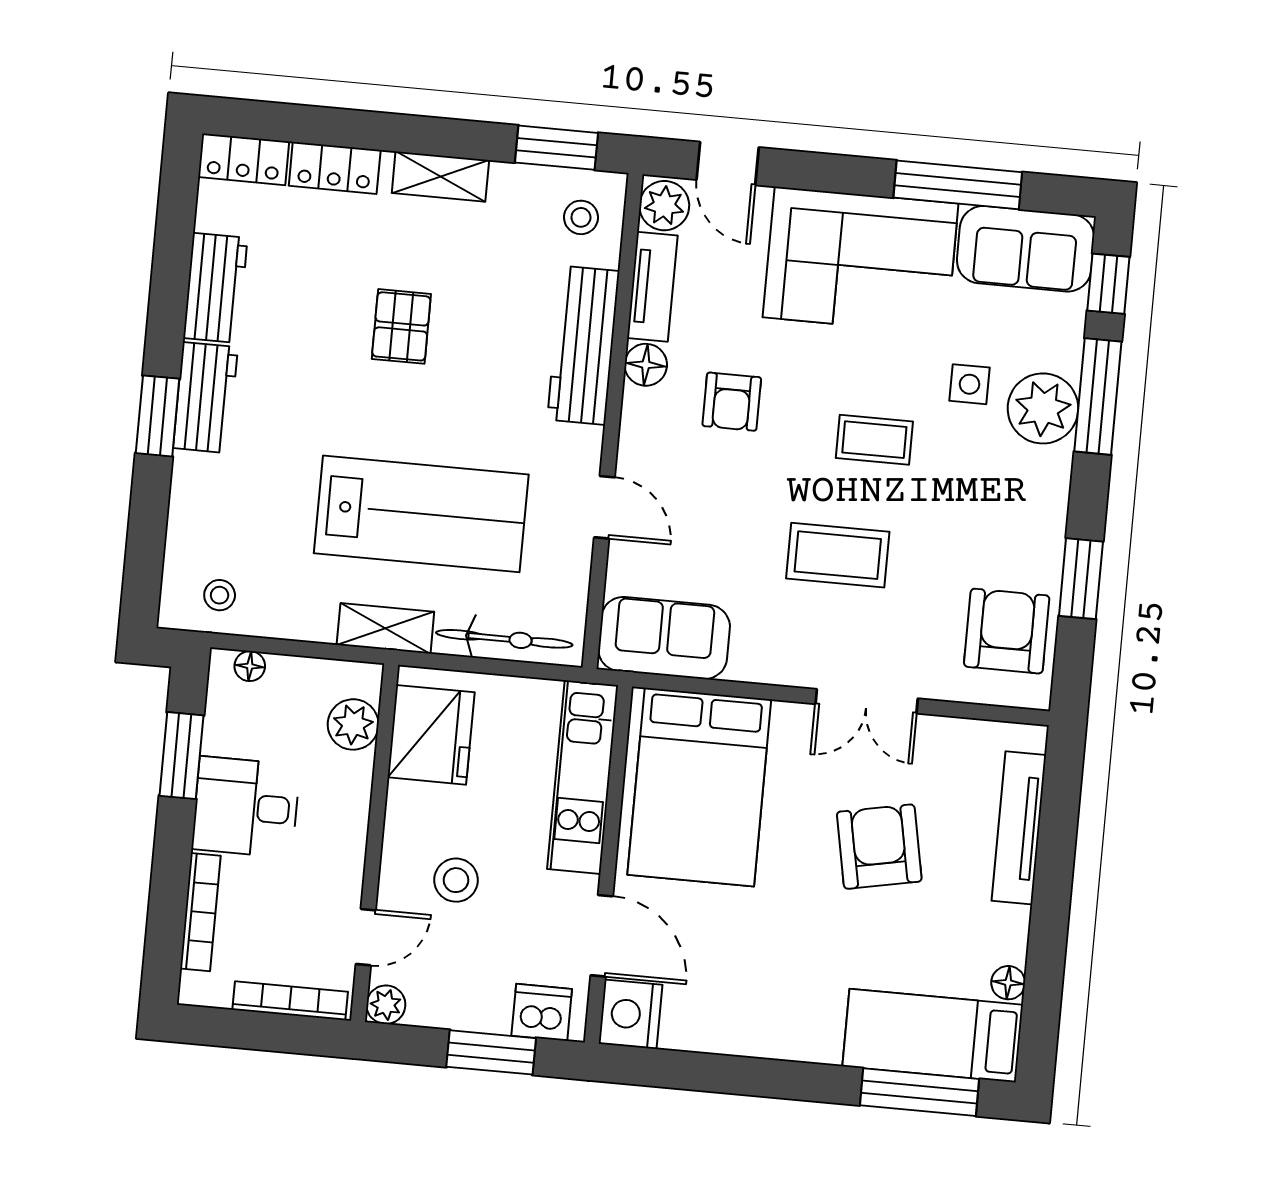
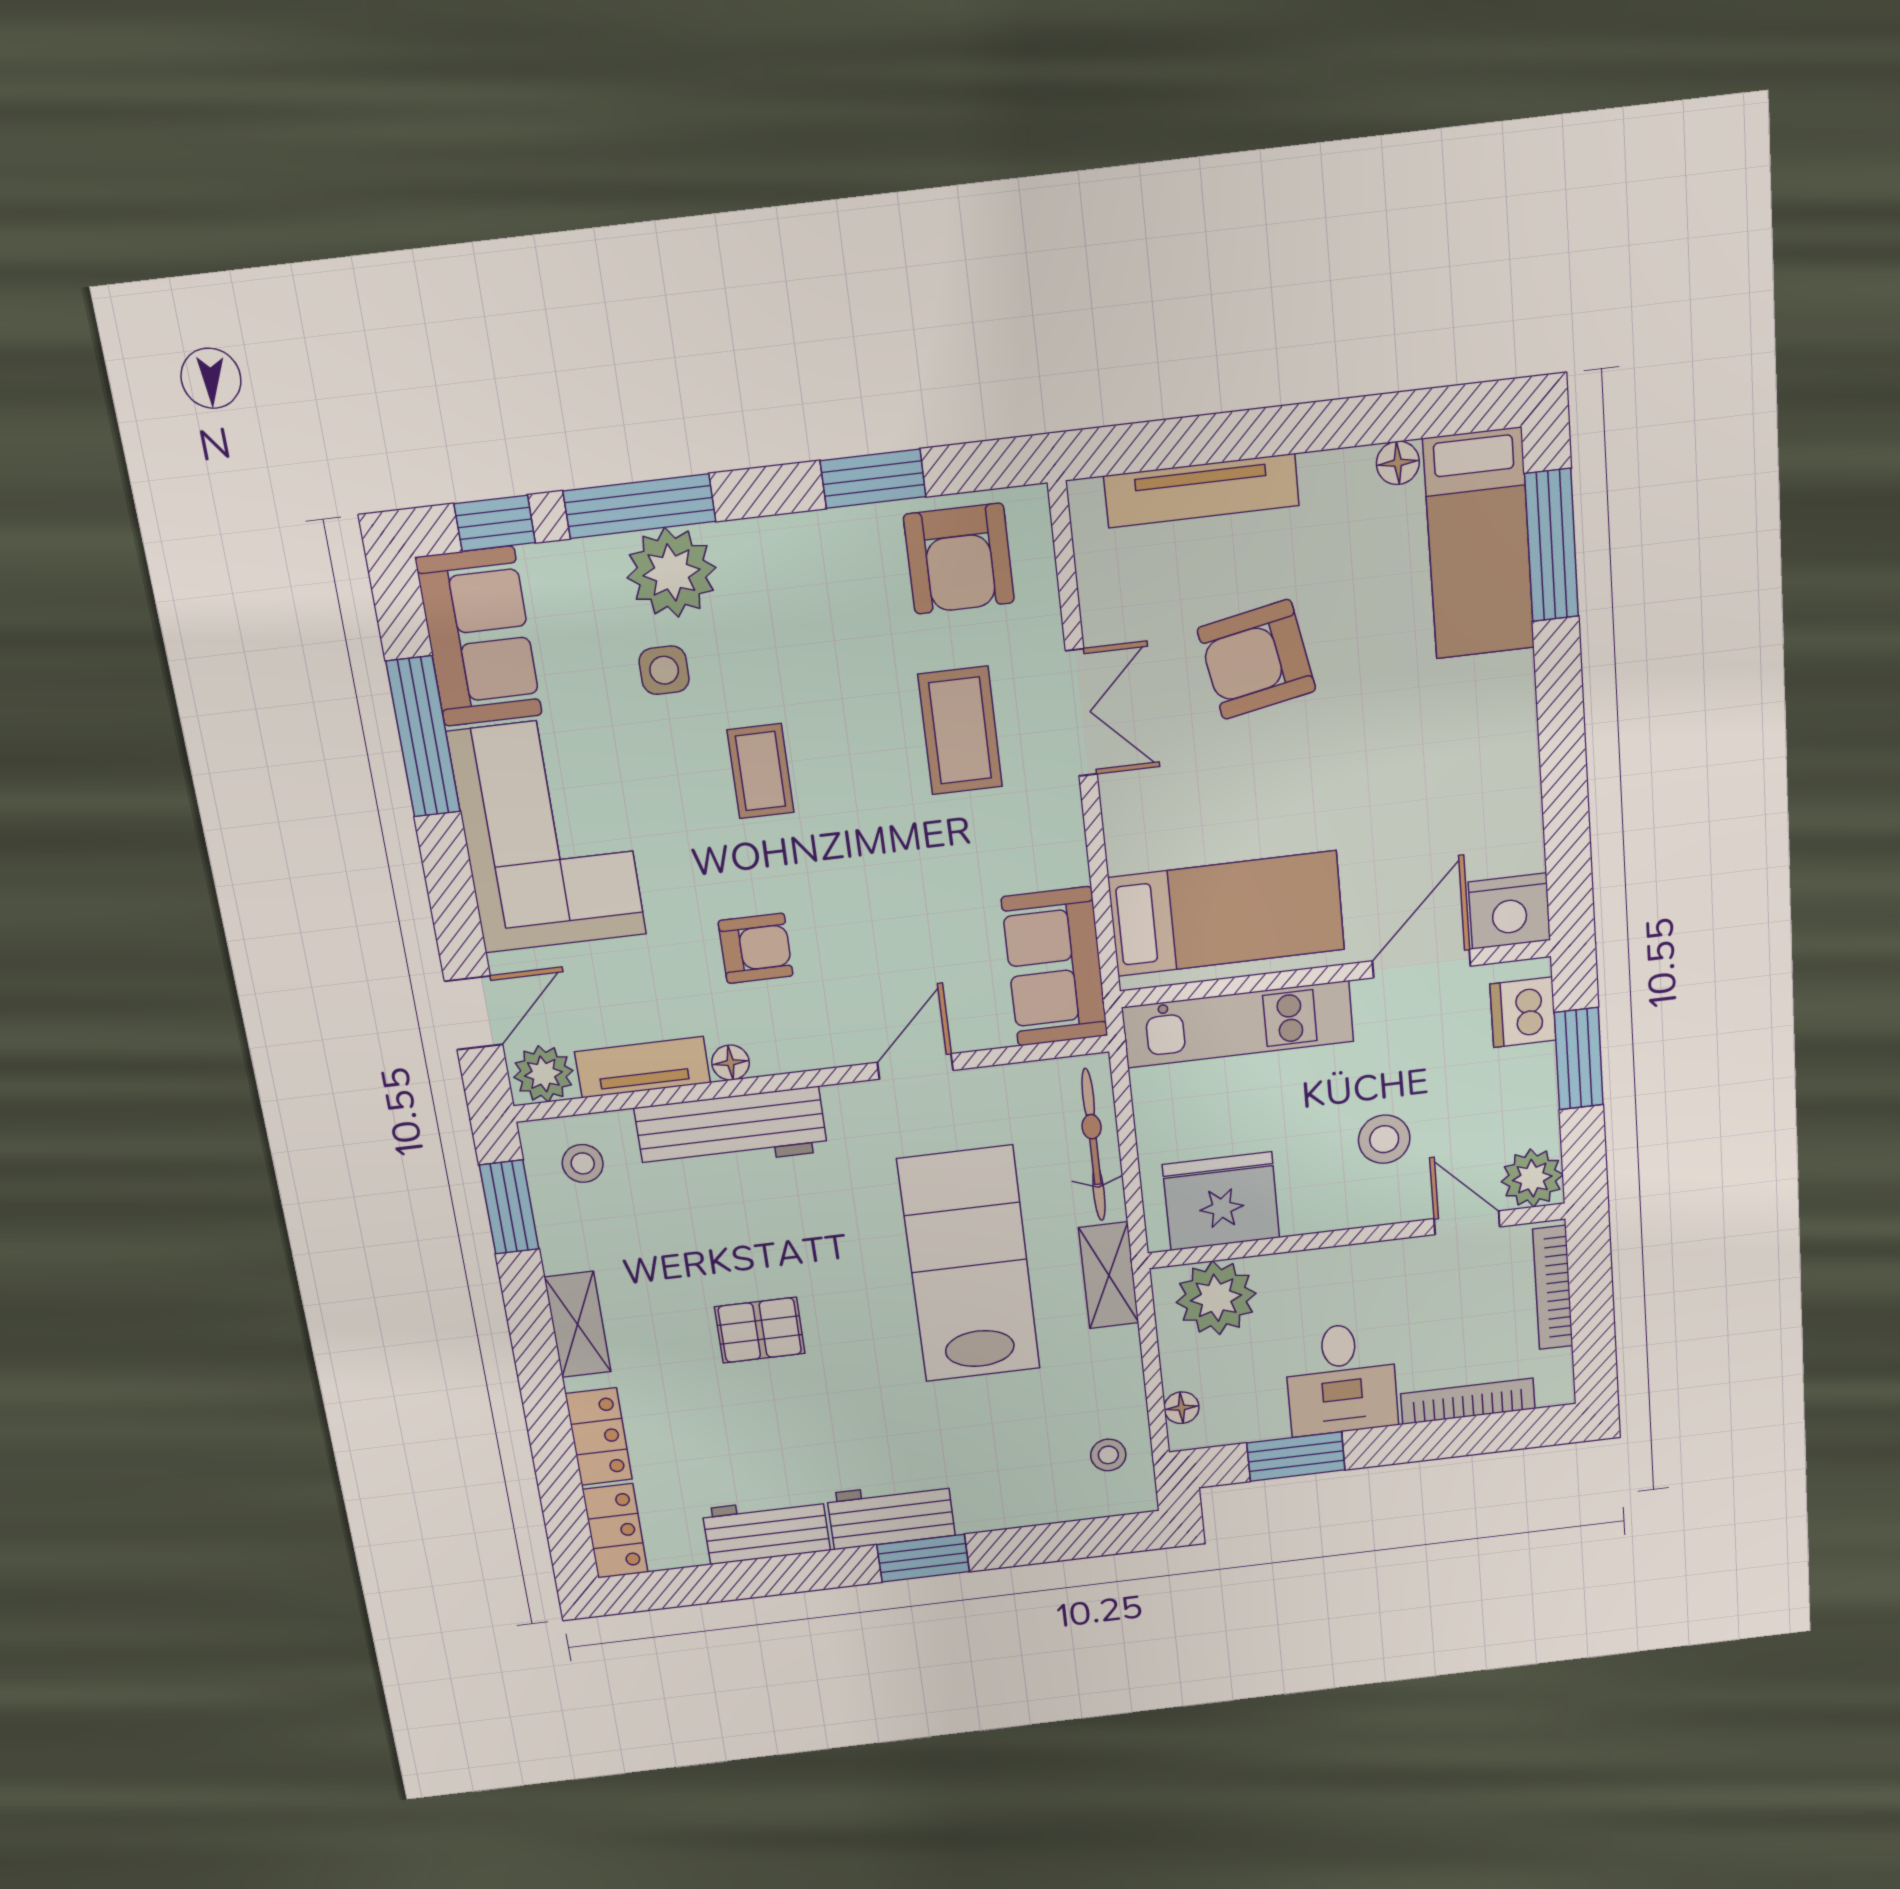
floor lamp: (646, 365) -> (730, 1063), width x0.73, depth x0.73
coffee table: (838, 555) -> (960, 731), moved
armchair: (1007, 631) -> (959, 559), turned -90
plant: (353, 724) -> (1216, 1298), width x1.36, depth x1.36
bed: (699, 787) -> (1227, 914), width x0.67
plant: (386, 1005) -> (1532, 1178), width x1.38, depth x1.38

